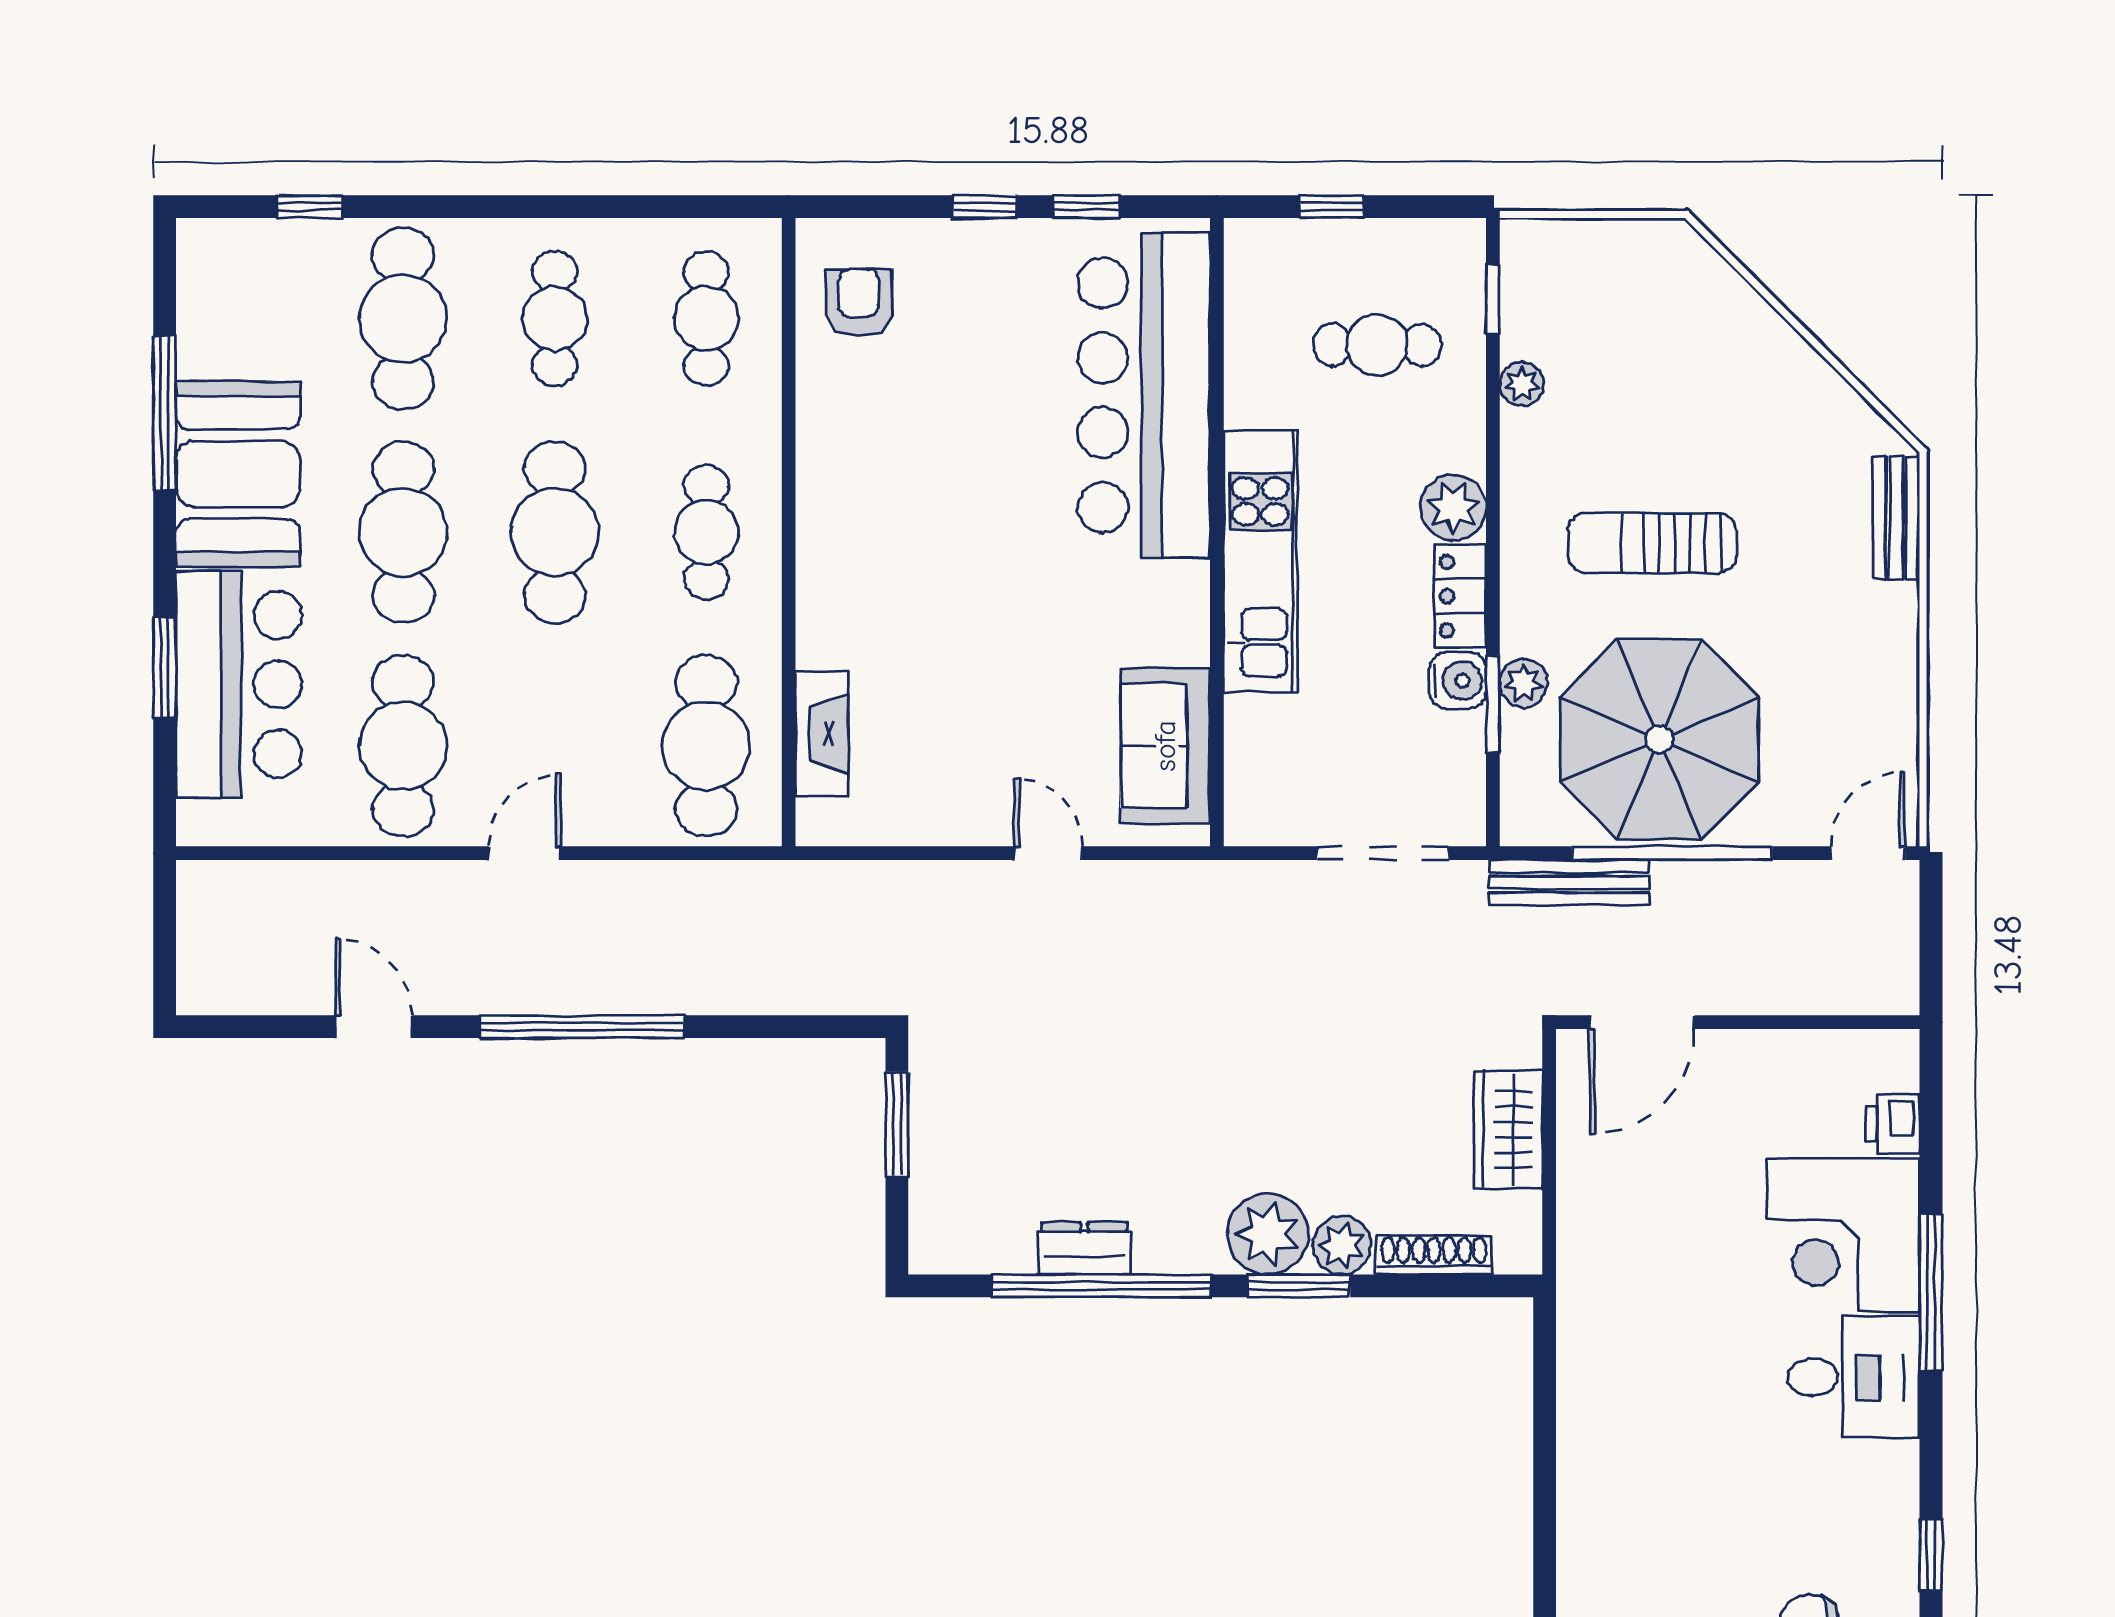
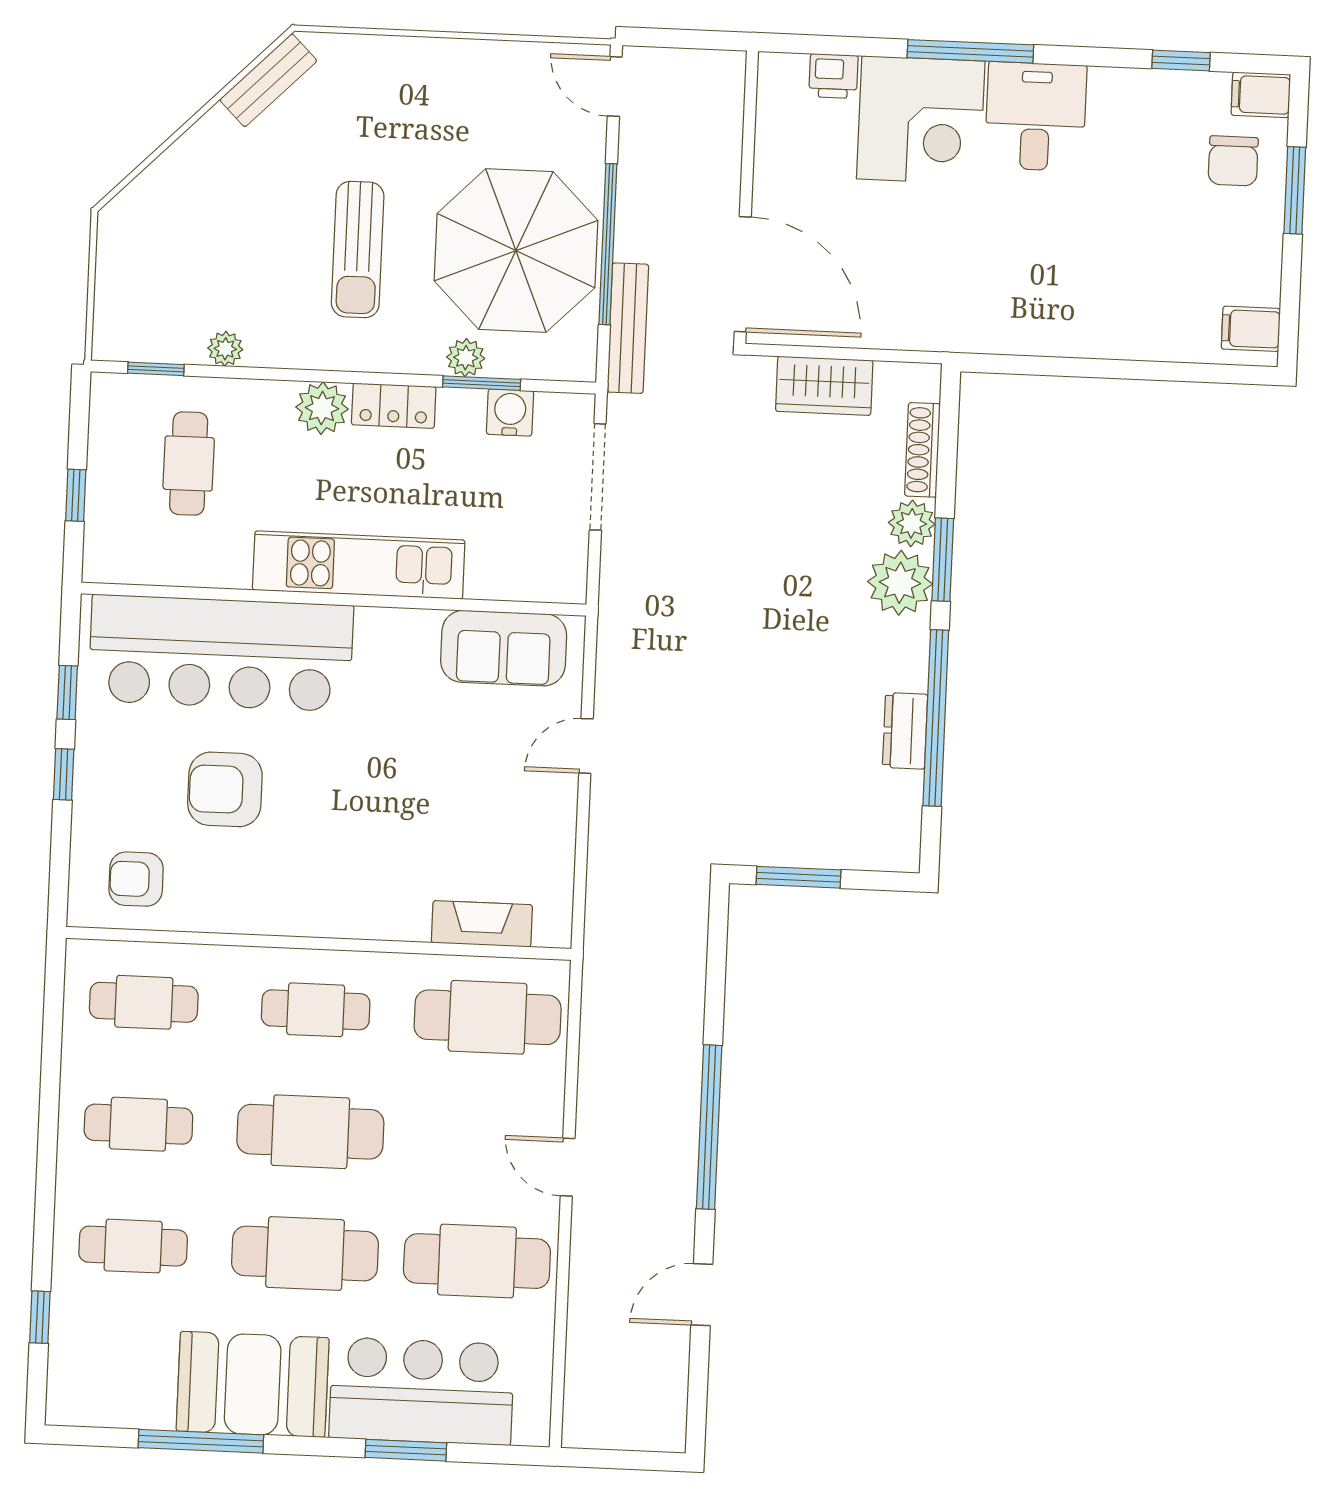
cafe table: (403, 318) -> (133, 1246), width x0.73, depth x0.74
armchair: (975, 408) -> (225, 789), added
bench: (1896, 518) -> (268, 80), moved, turned -45
water cooler: (1458, 681) -> (510, 413), moved
door: (1642, 1022) -> (743, 274), width x1.36

